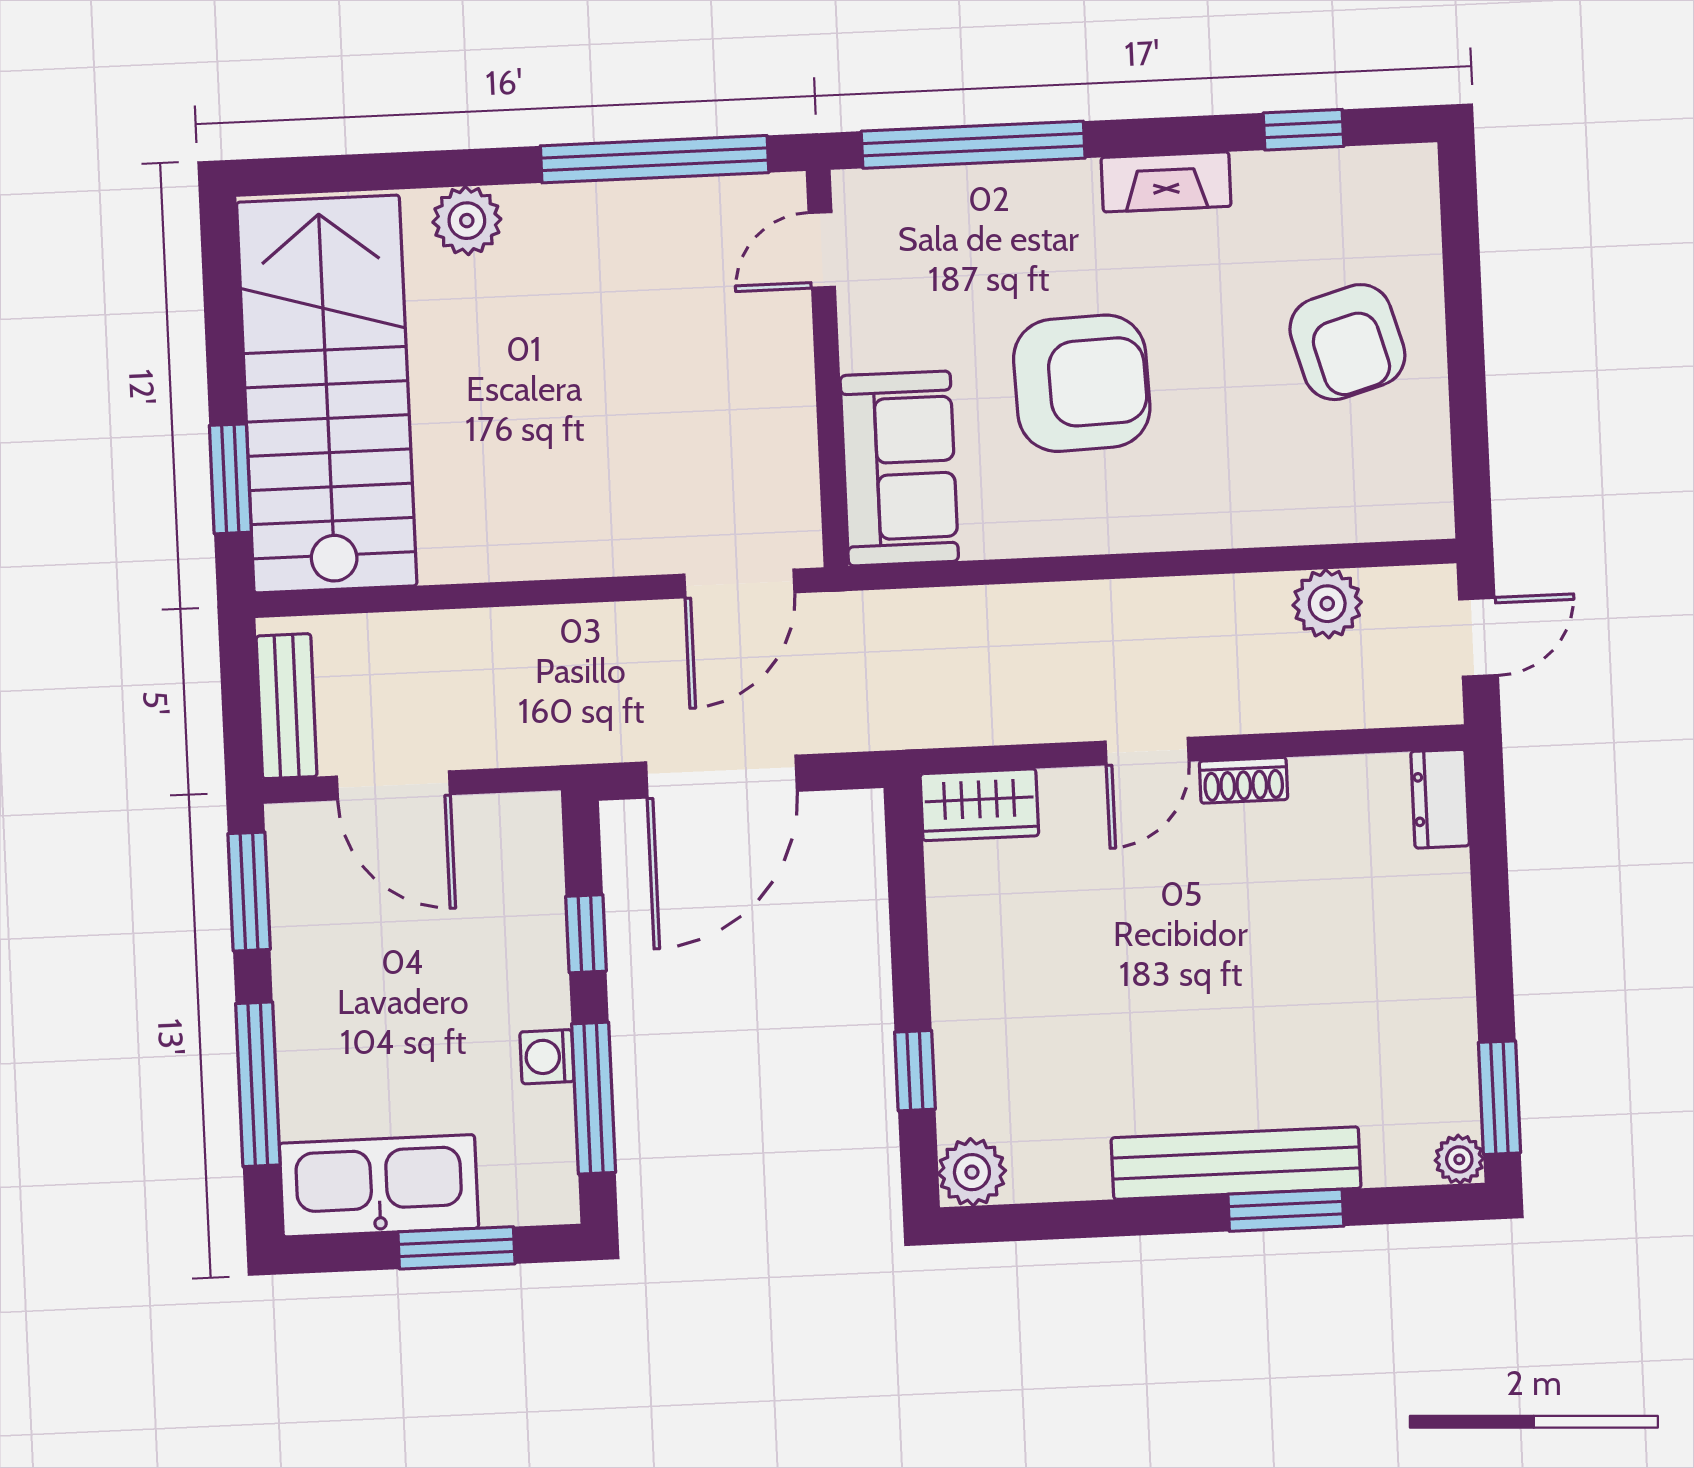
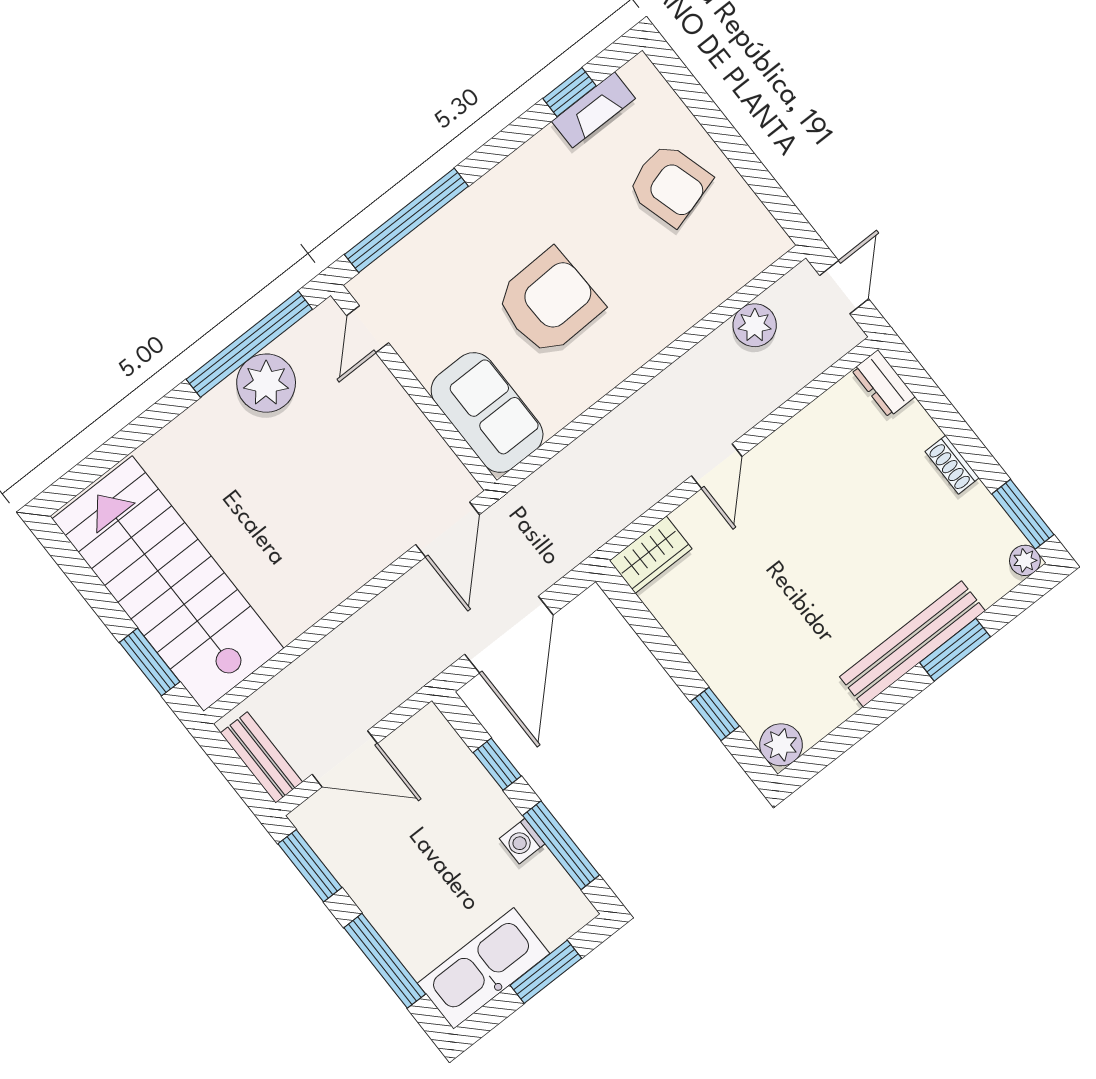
fireplace: (1166, 182) -> (593, 110), moved
plant: (467, 221) -> (266, 383), moved, width x1.36, depth x1.36
shoe rack: (1244, 780) -> (952, 465), moved, turned 90

